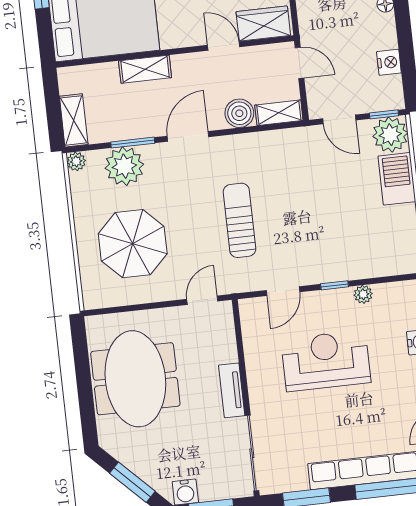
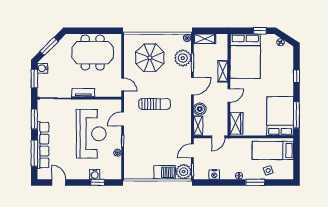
door: (224, 46) -> (229, 96), moved
door: (188, 136) -> (192, 86), hinge flipped
door: (283, 291) -> (123, 119), hinge flipped
reception desk: (326, 361) -> (91, 134), width x1.36, depth x1.30

